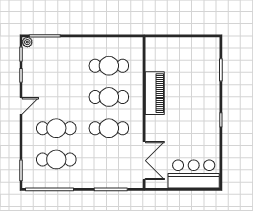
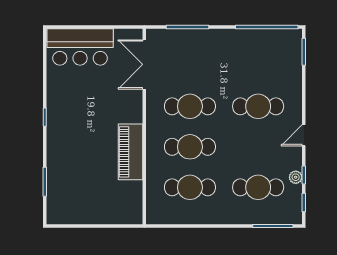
plant: (27, 42) -> (296, 177), moved
cafe table: (56, 159) -> (258, 187), moved

